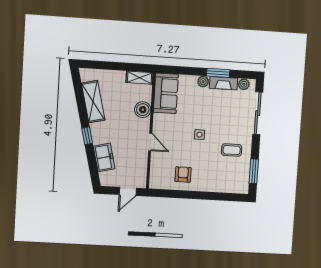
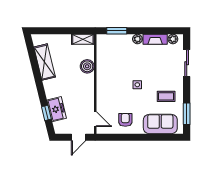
window: (218, 73) -> (117, 31), moved
sofa: (166, 93) -> (160, 124), moved, turned -90
sliding door: (258, 113) -> (187, 63), width x0.73
window: (87, 136) -> (46, 113), moved
door: (150, 142) -> (95, 119), moved

